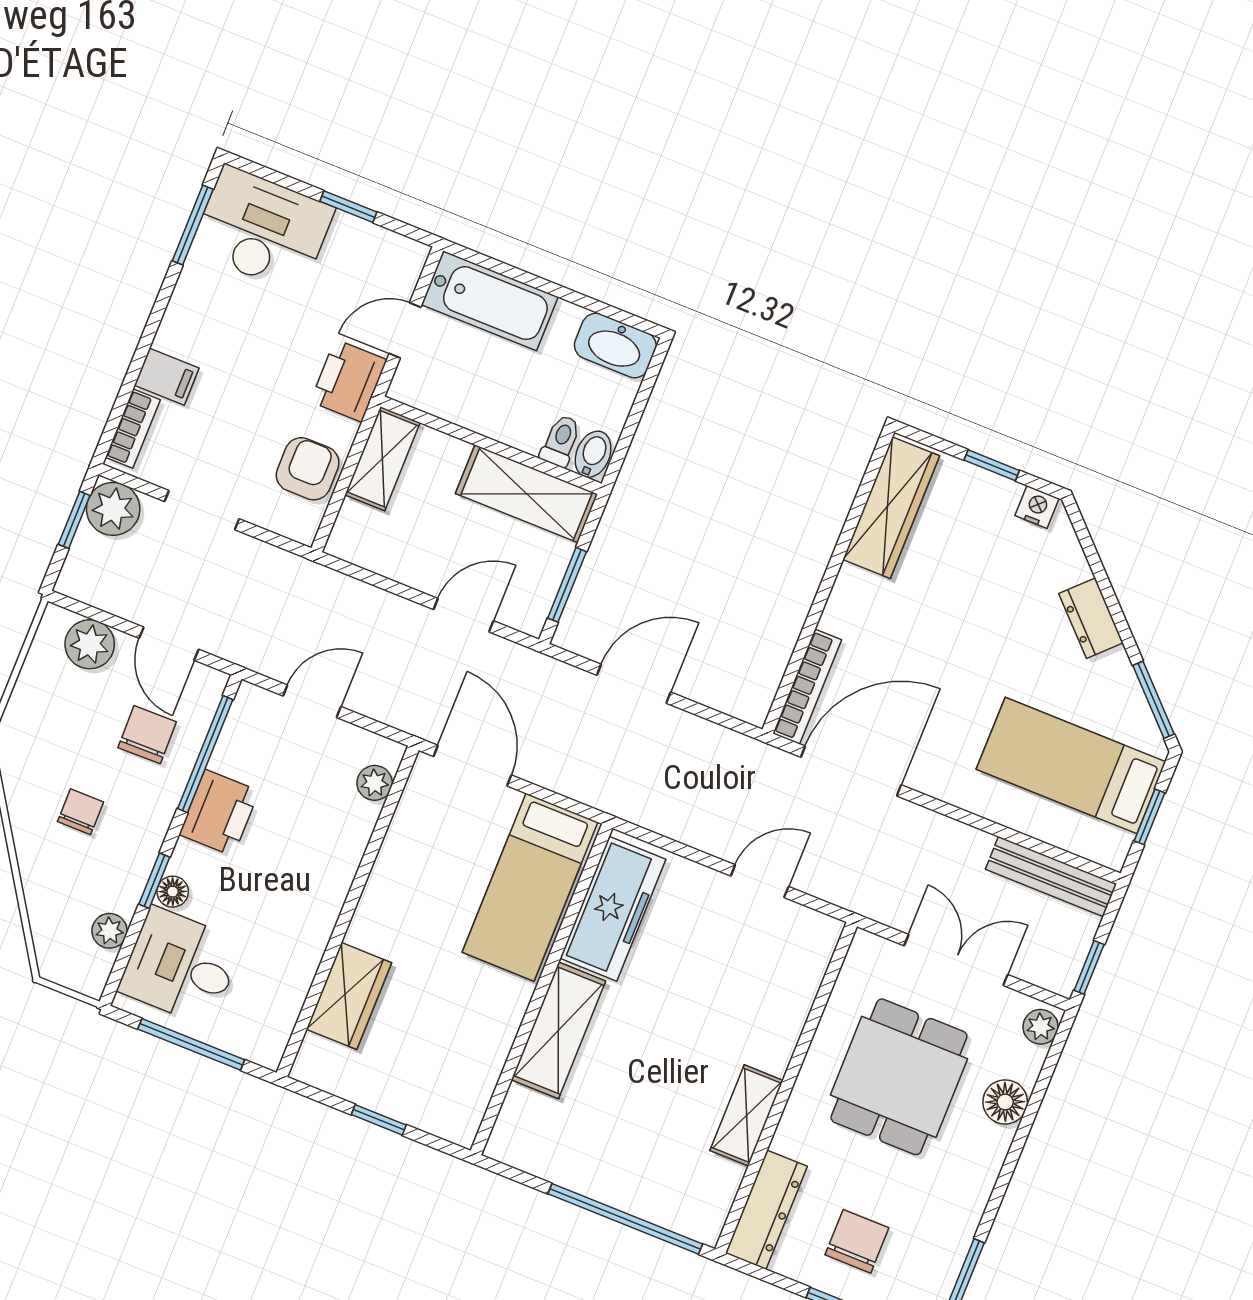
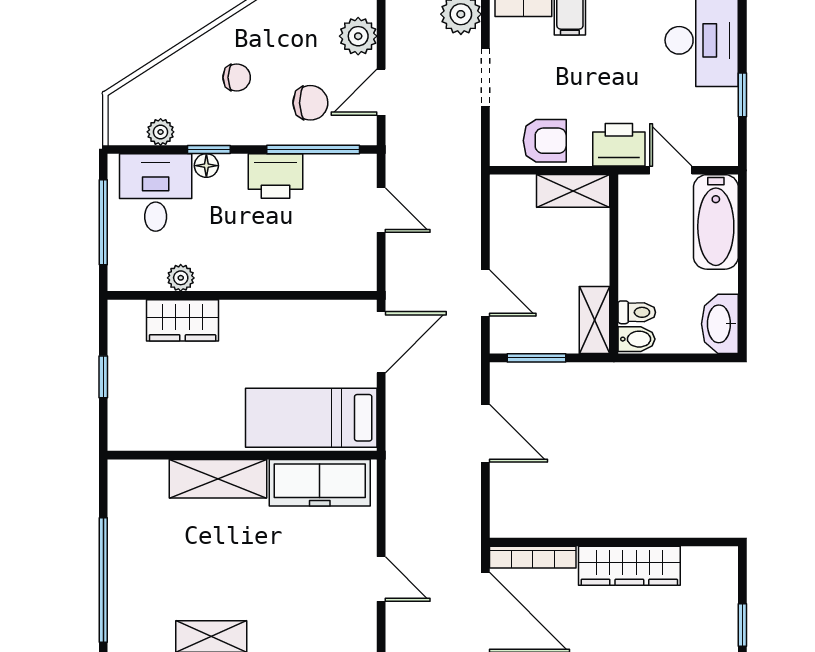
shelving: (527, 494) -> (595, 320), width x0.67, depth x0.75
wardrobe: (891, 508) -> (629, 566), moved
plant: (375, 783) -> (181, 278), moved

